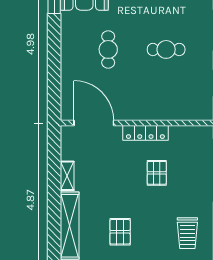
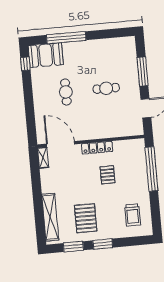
shelving: (67, 176) -> (43, 158), moved
pallet: (120, 232) -> (86, 218), width x1.50, depth x1.42

